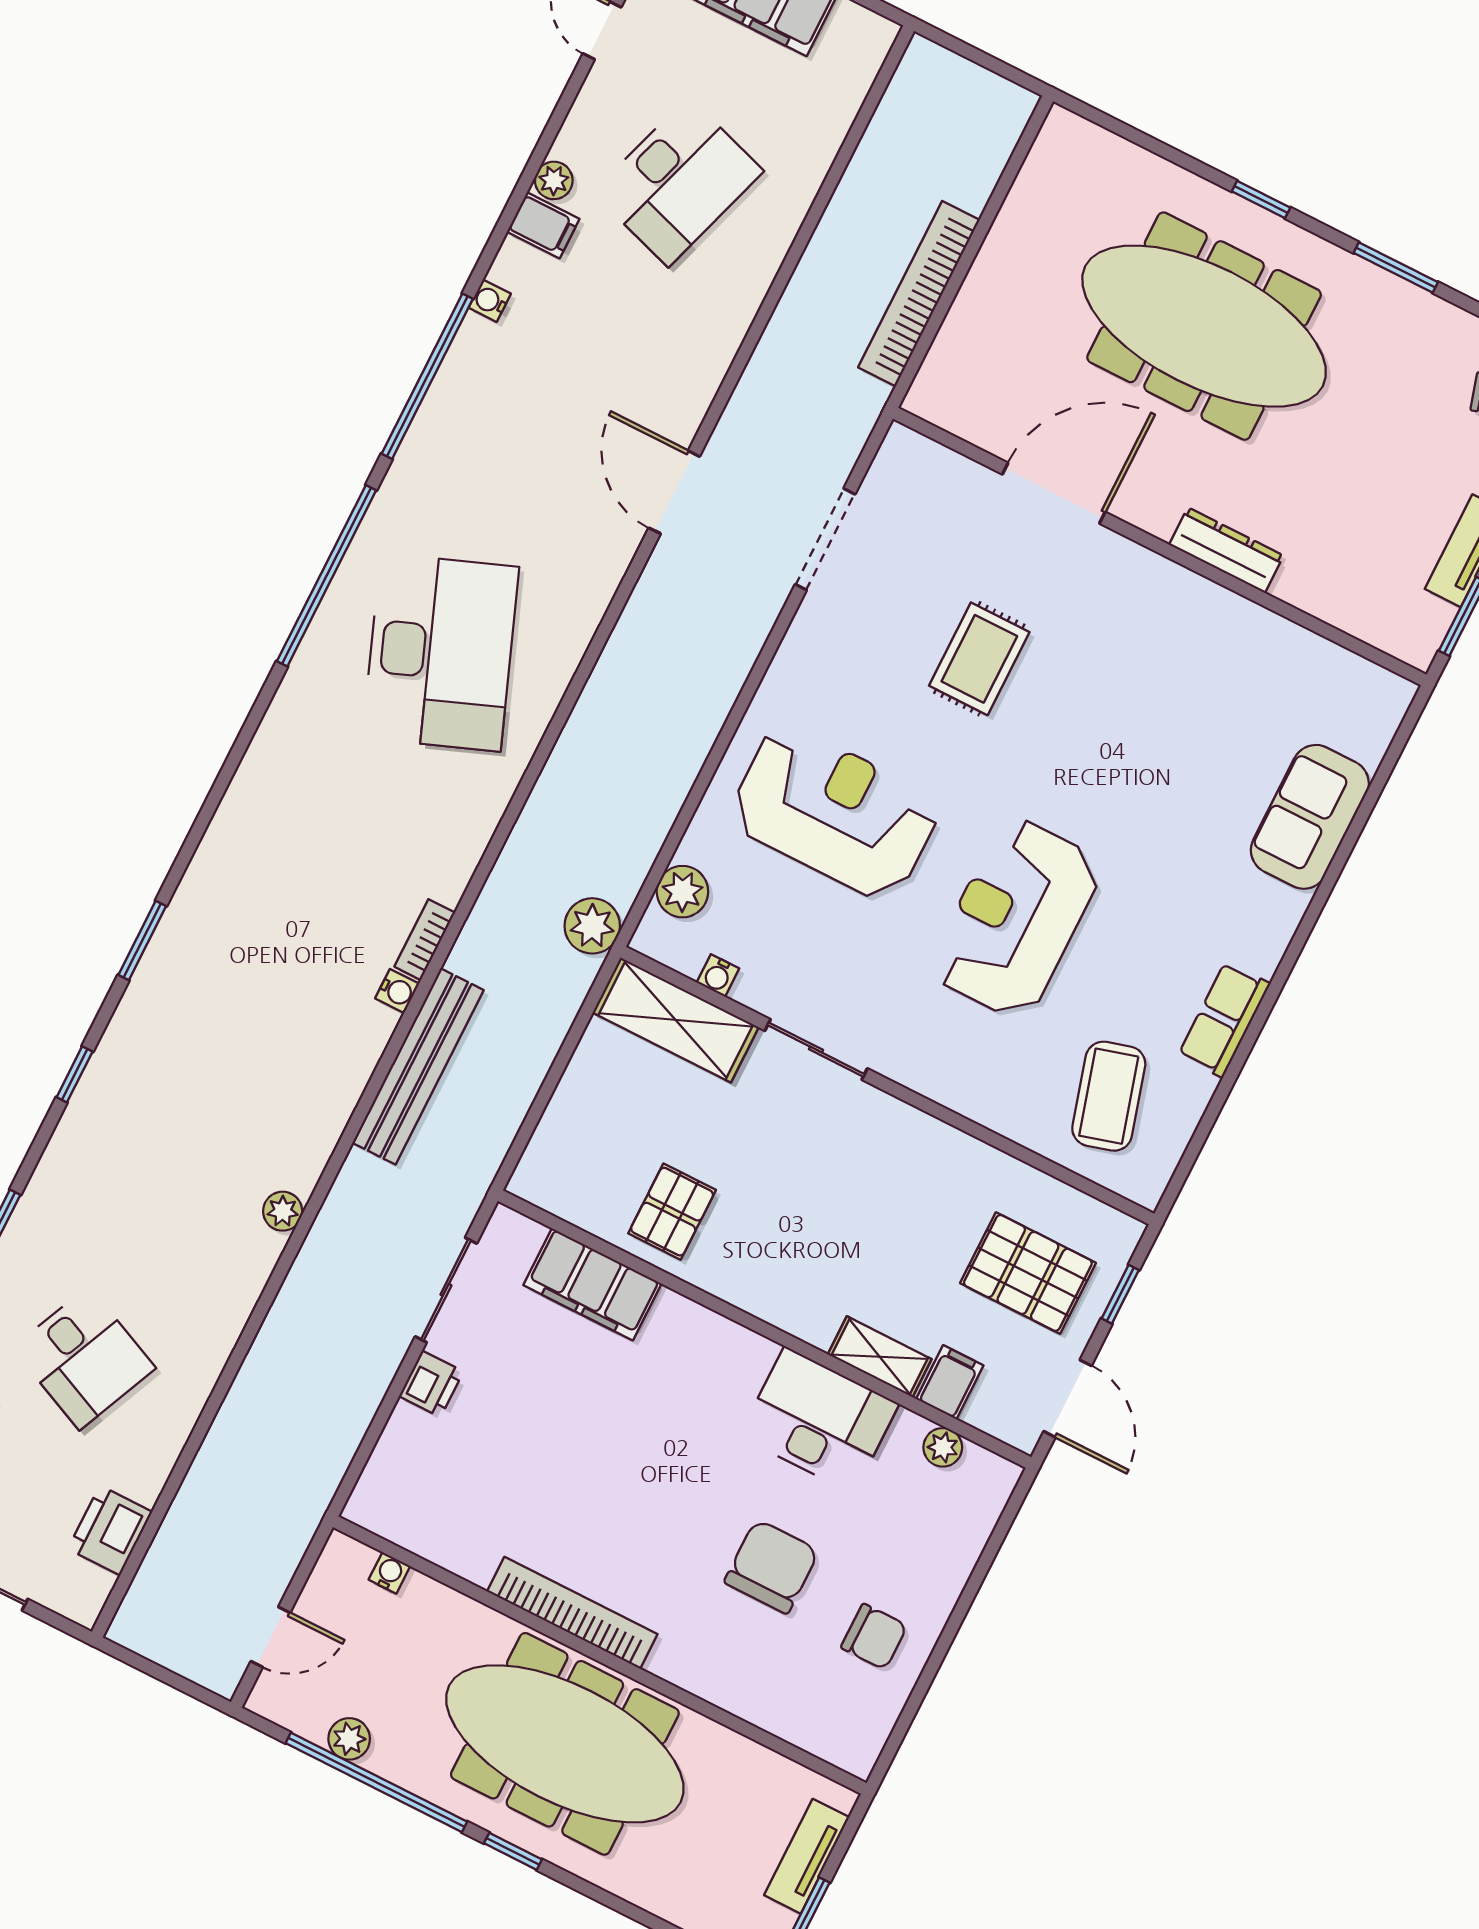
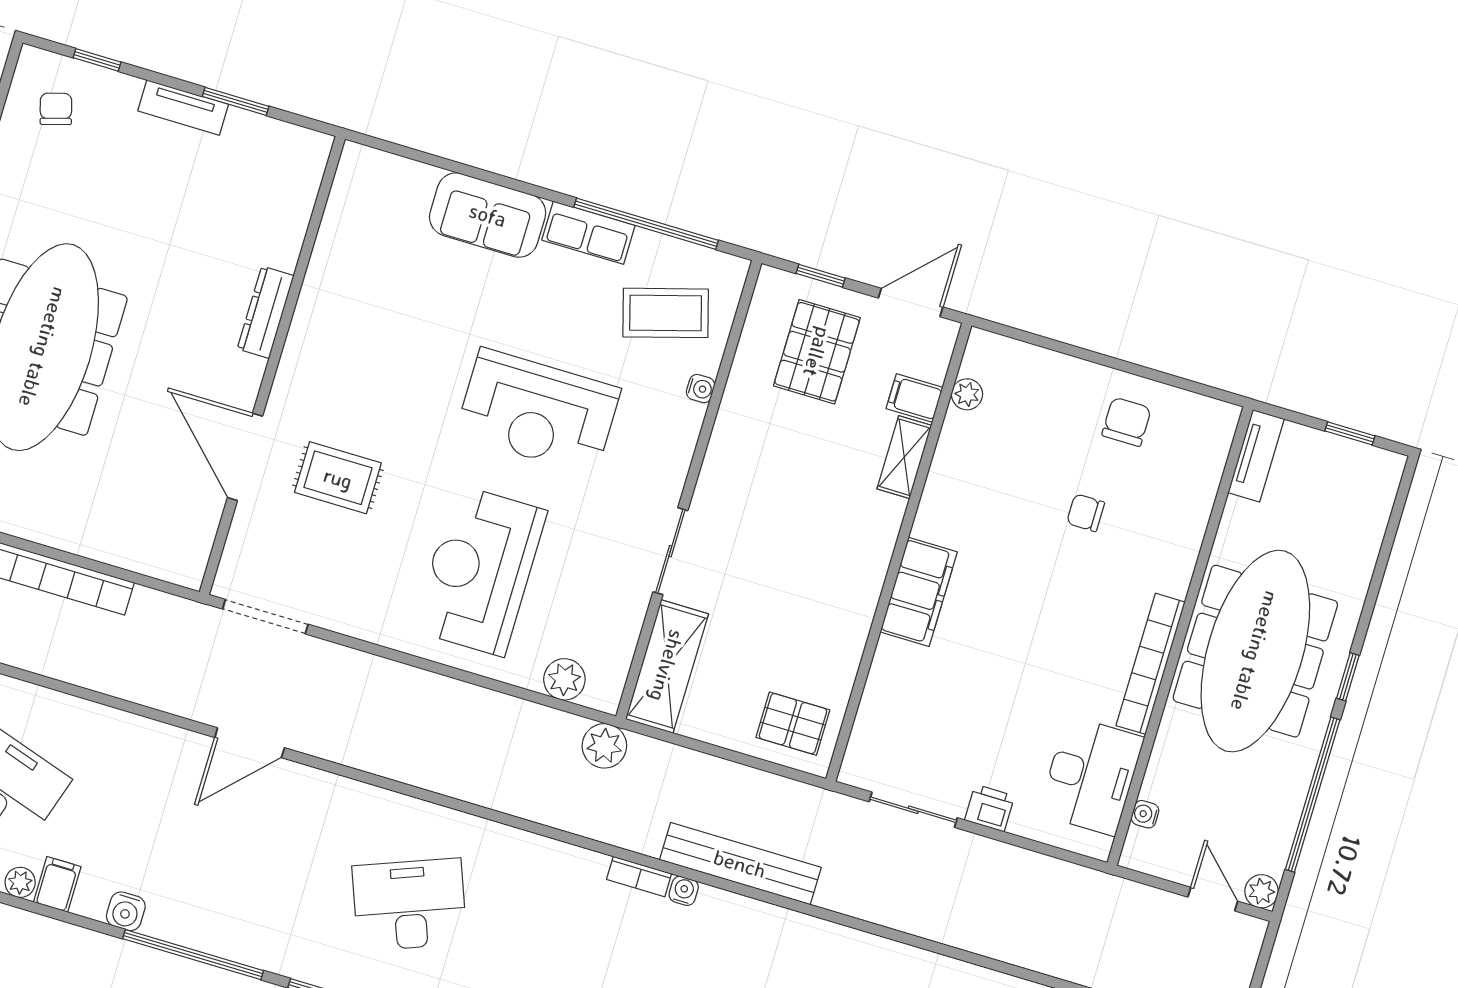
water cooler: (490, 301) -> (126, 911), width x1.38, depth x1.38
door: (1054, 493) -> (245, 457), moved
wall: (1160, 547) -> (272, 365), moved
dresser: (1226, 550) -> (266, 312), moved
desk: (441, 652) -> (409, 905), width x0.73, depth x0.77
sofa: (1310, 817) -> (488, 215), moved
water cooler: (718, 976) -> (701, 389), moved
window: (1222, 1092) -> (646, 224), added
plant: (283, 1211) -> (874, 950), removed
pallet: (672, 1212) -> (793, 724), moved
filing cabinet: (592, 1284) -> (919, 592), moved
desk: (819, 1420) -> (1091, 776), moved, turned 180
chair: (772, 1566) -> (1086, 513), width x0.54, depth x0.54
plant: (349, 1739) -> (1262, 891), moved
tv unit: (807, 1856) -> (1256, 456), moved, turned -90

